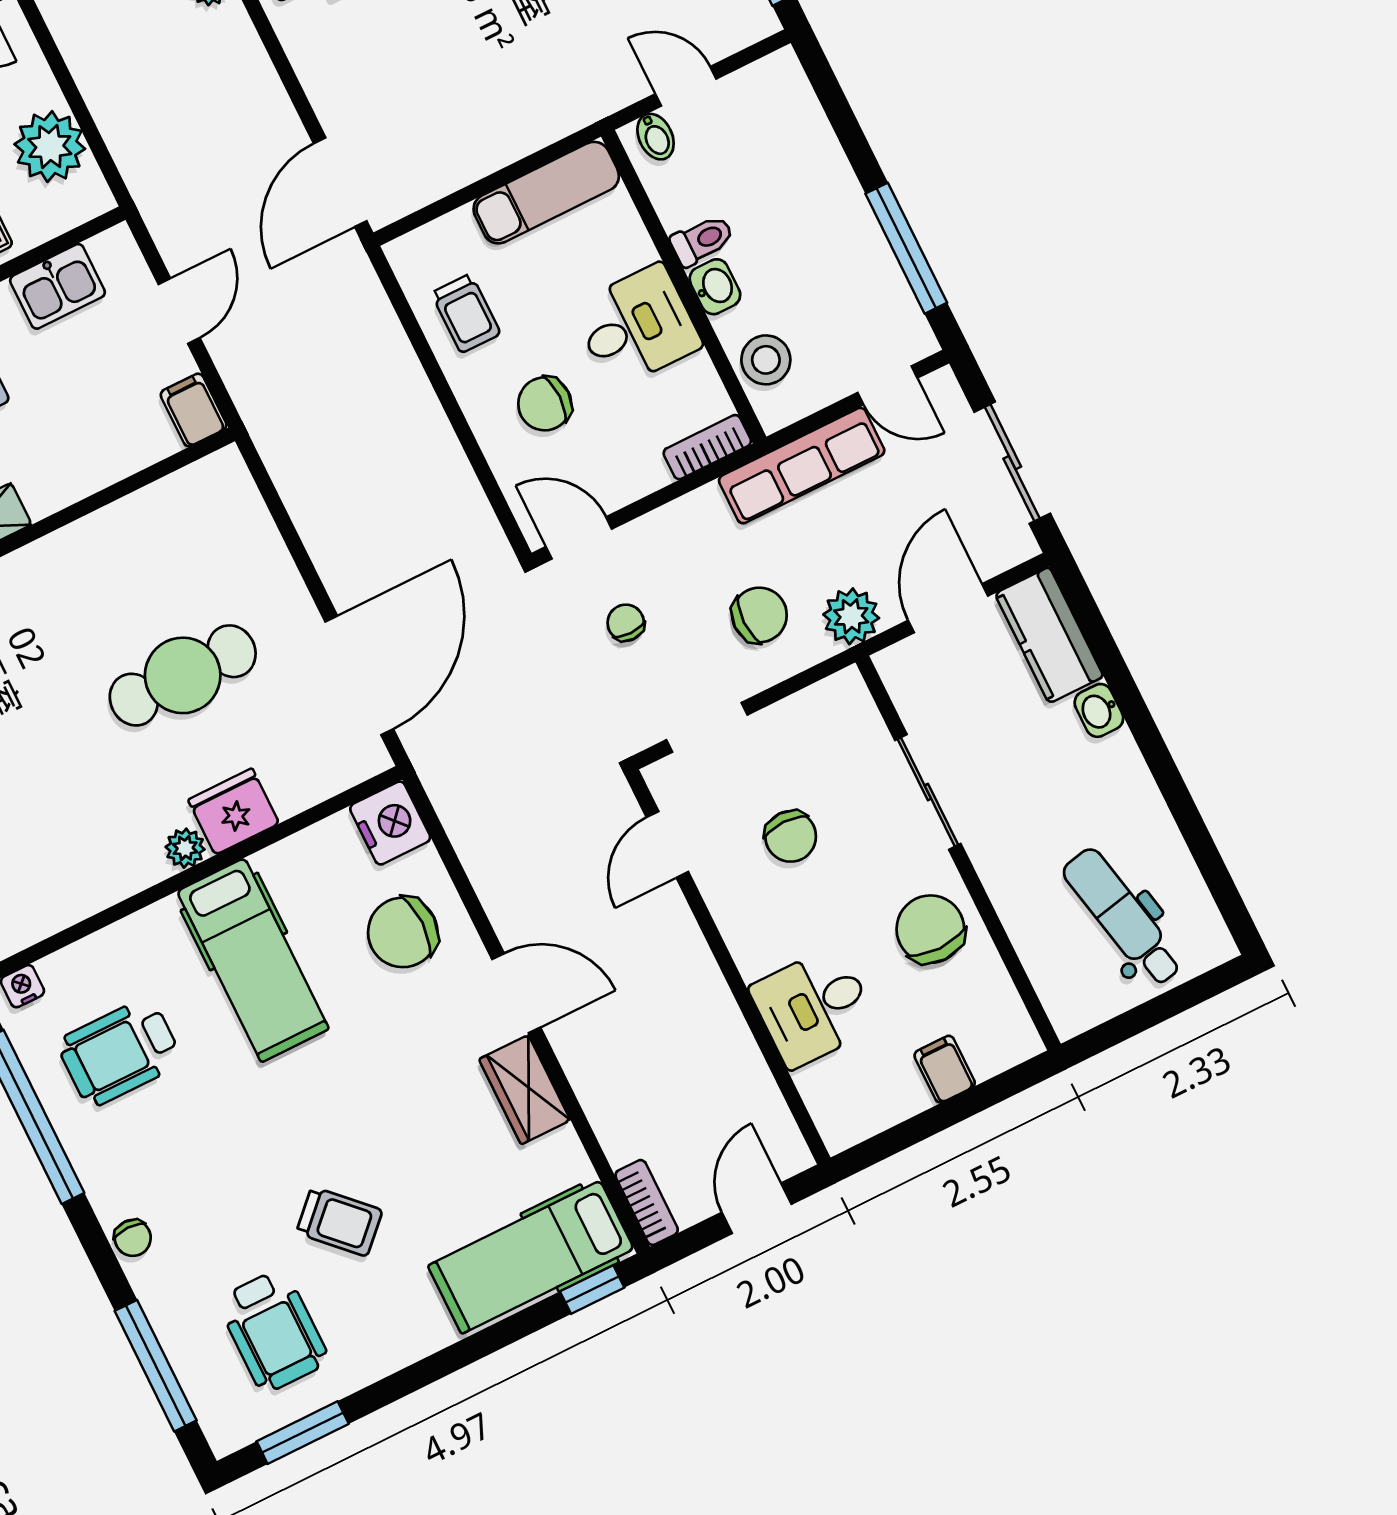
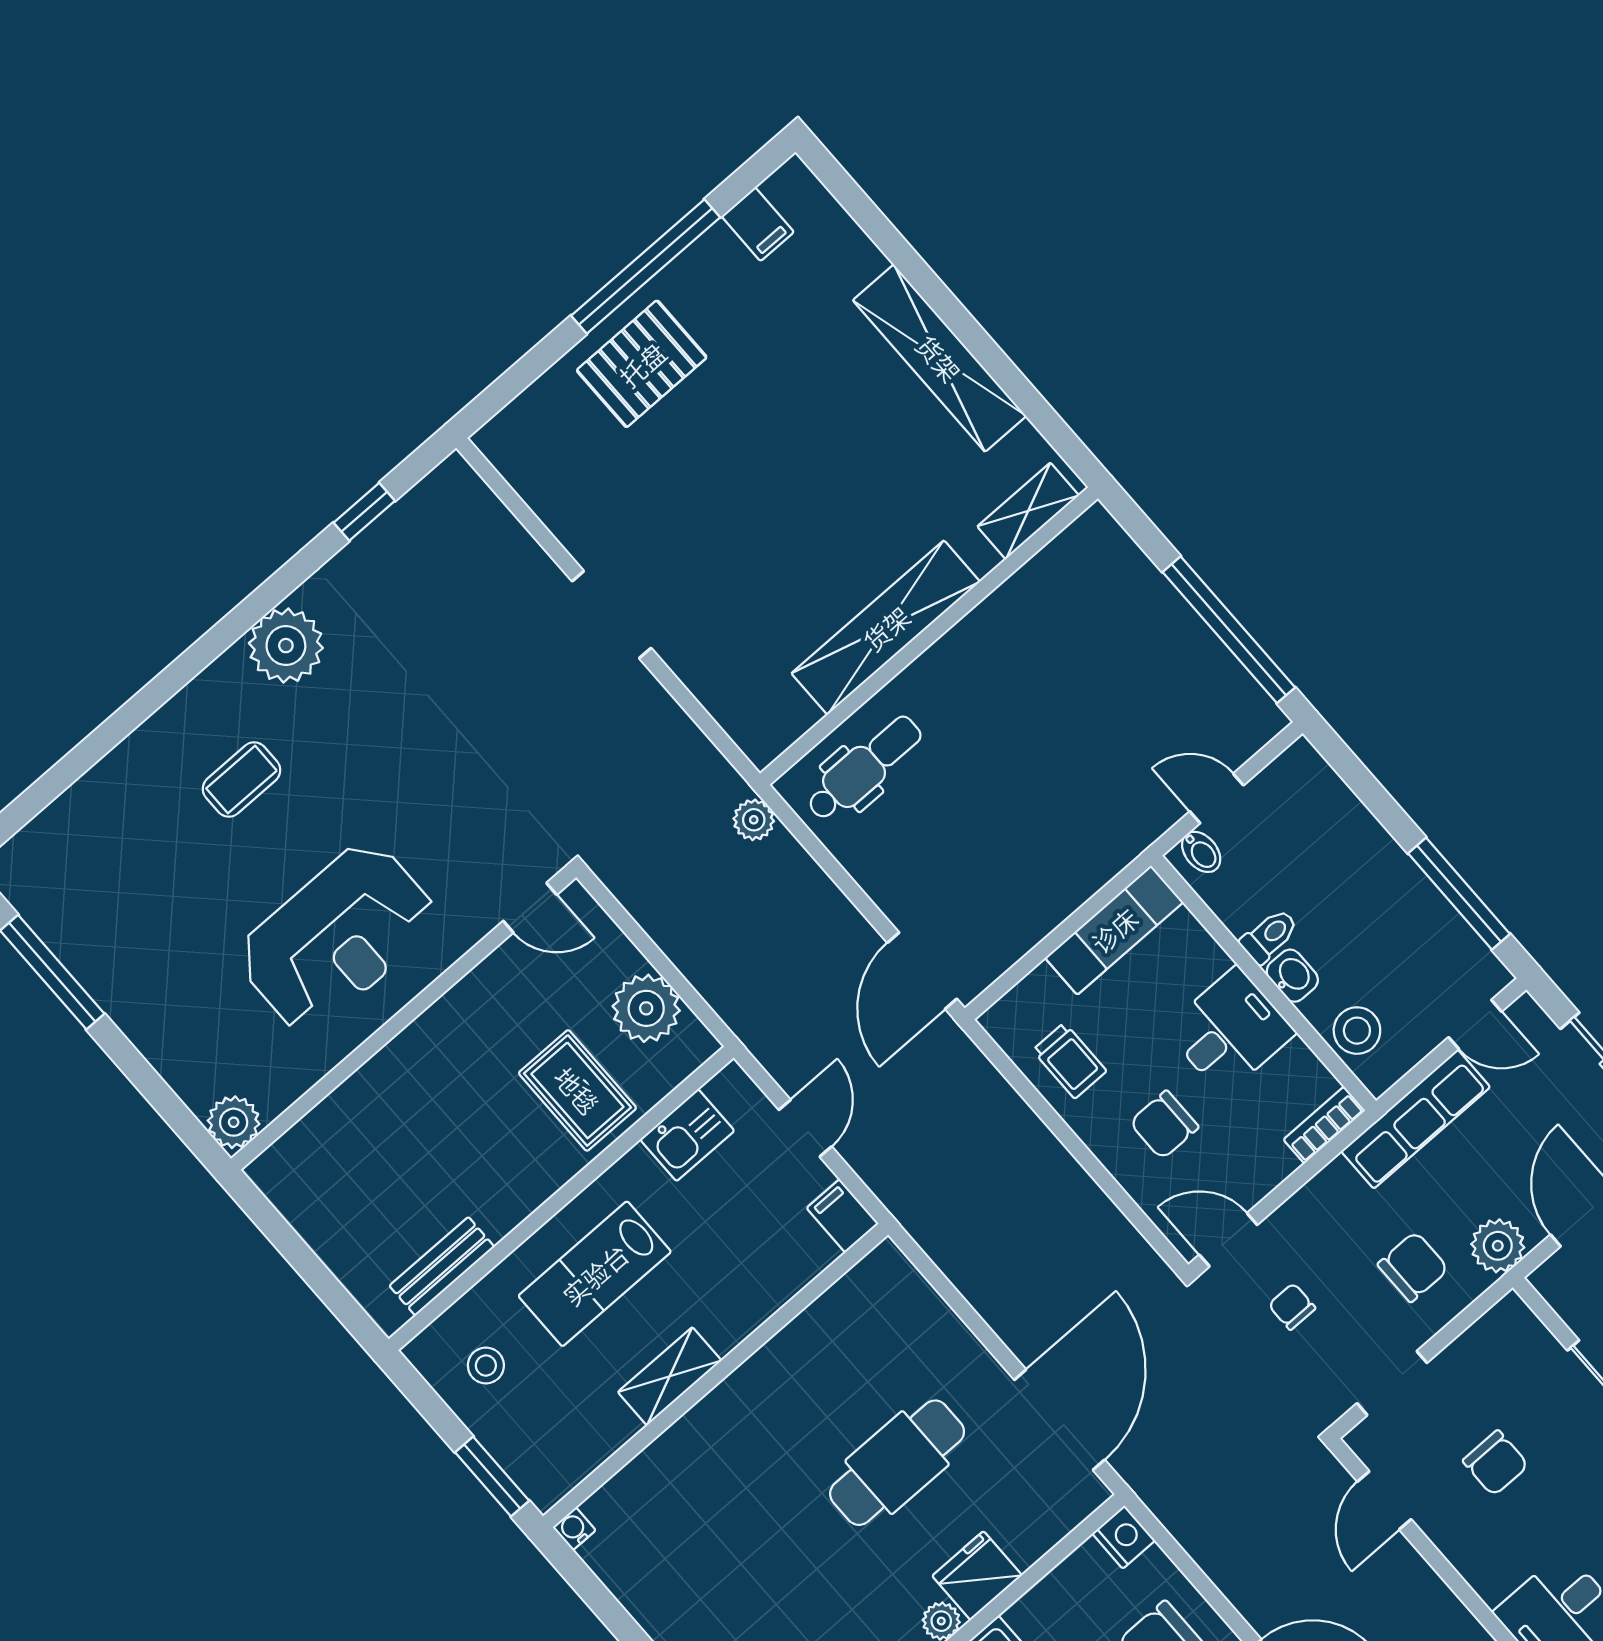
nightstand: (390, 823) -> (1124, 1537), width x0.74, depth x0.75

